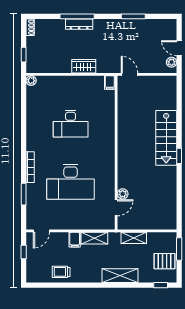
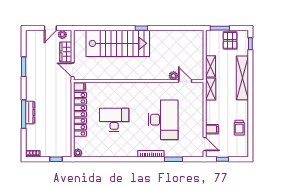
wardrobe: (84, 66) -> (66, 52), moved
door: (130, 74) -> (73, 70), hinge flipped
locker: (77, 83) -> (80, 114), added
desk: (71, 124) -> (114, 120), turned -90
stairs: (166, 138) -> (118, 43), width x1.36, depth x1.51
shelving: (94, 238) -> (211, 89), moved
filing cabinet: (75, 240) -> (212, 129), moved
shelving: (120, 276) -> (242, 78), width x1.47

